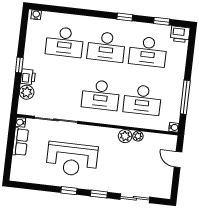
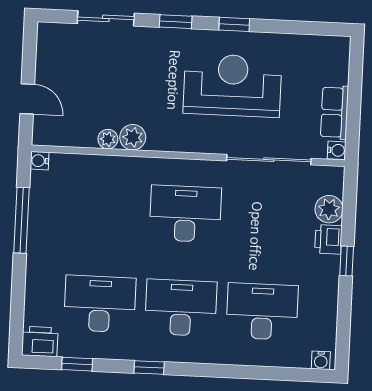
desk: (142, 100) -> (104, 210), removed

